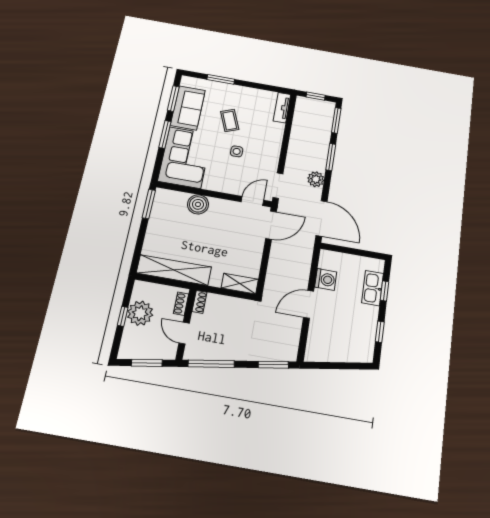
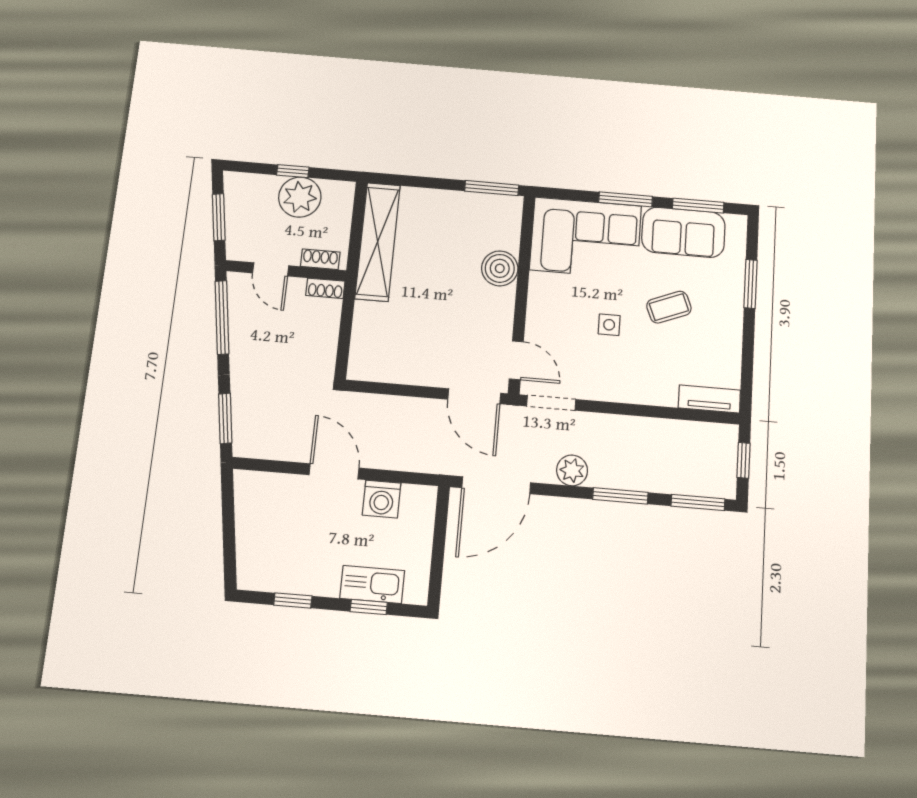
shelving: (240, 284) -> (362, 351), removed
door: (184, 333) -> (271, 269), swing flipped

